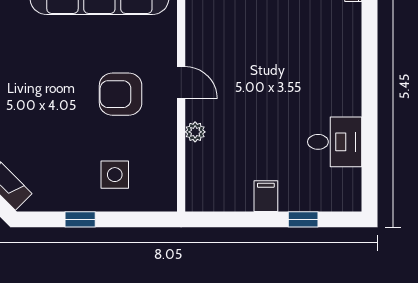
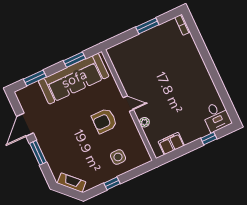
desk: (335, 142) -> (216, 117), moved, turned 90
filing cabinet: (266, 196) -> (171, 144), moved, width x2.00

